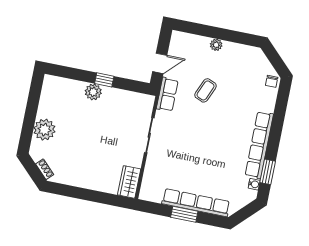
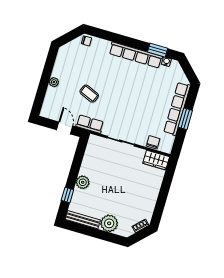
window: (104, 80) -> (67, 195), moved
bench: (46, 96) -> (83, 220), added
chair: (151, 176) -> (153, 142), added

